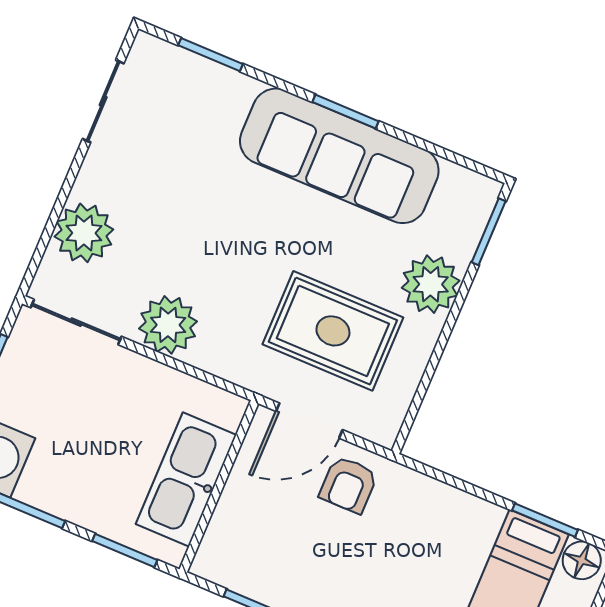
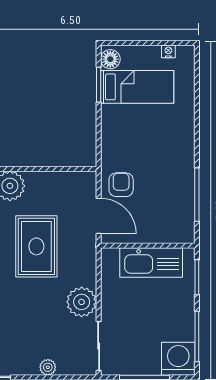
plant: (84, 233) -> (48, 367), width x0.53, depth x0.53
rug: (333, 331) -> (36, 246), moved
armchair: (348, 485) -> (121, 185), turned -90

